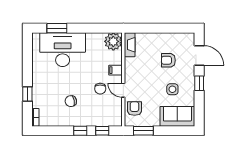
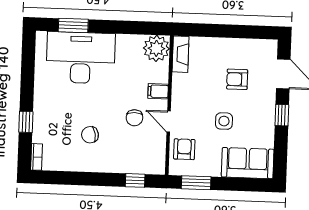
side table: (172, 89) -> (224, 121), moved
window: (80, 131) -> (103, 179), removed

